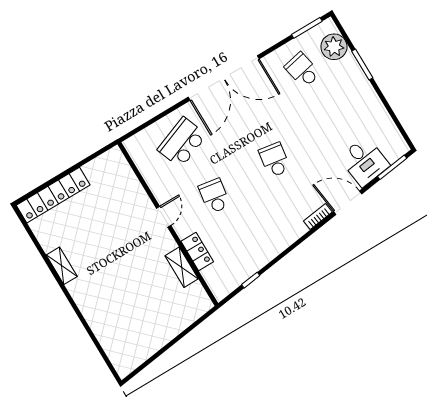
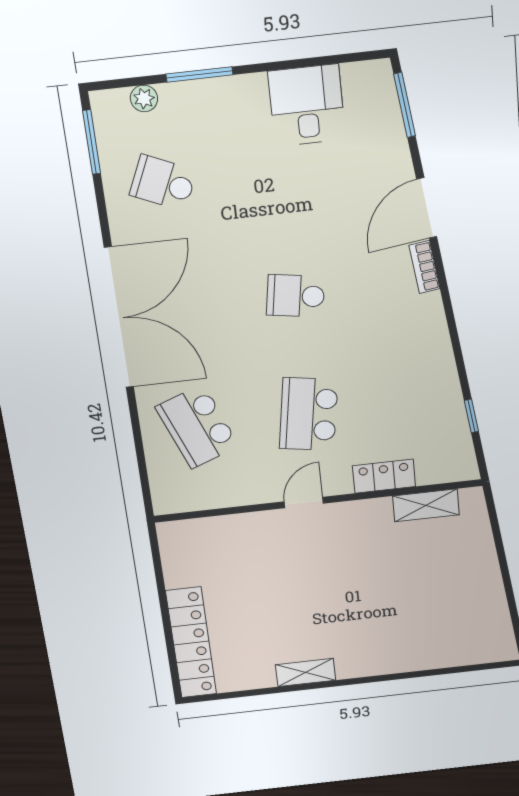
plant: (334, 47) -> (144, 98), width x0.53, depth x0.53
school desk: (302, 70) -> (163, 183), turned 36
desk: (364, 162) -> (307, 105), moved, turned -82
school desk: (214, 196) -> (309, 414), width x1.85
door: (164, 217) -> (304, 503), hinge flipped
shelving: (182, 267) -> (426, 505), moved

